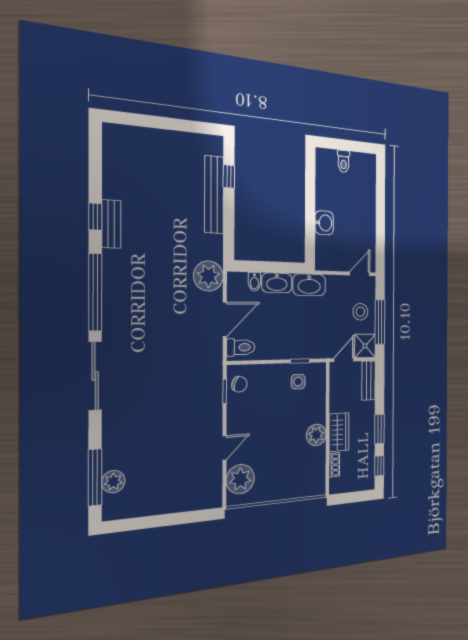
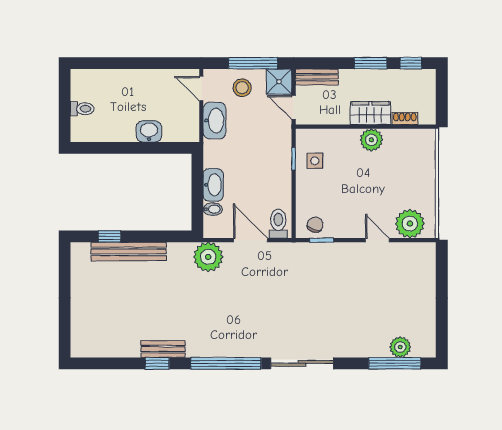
washbasin: (309, 285) -> (214, 121), moved

